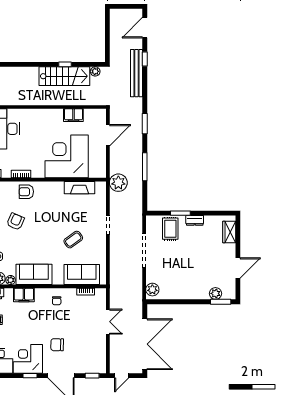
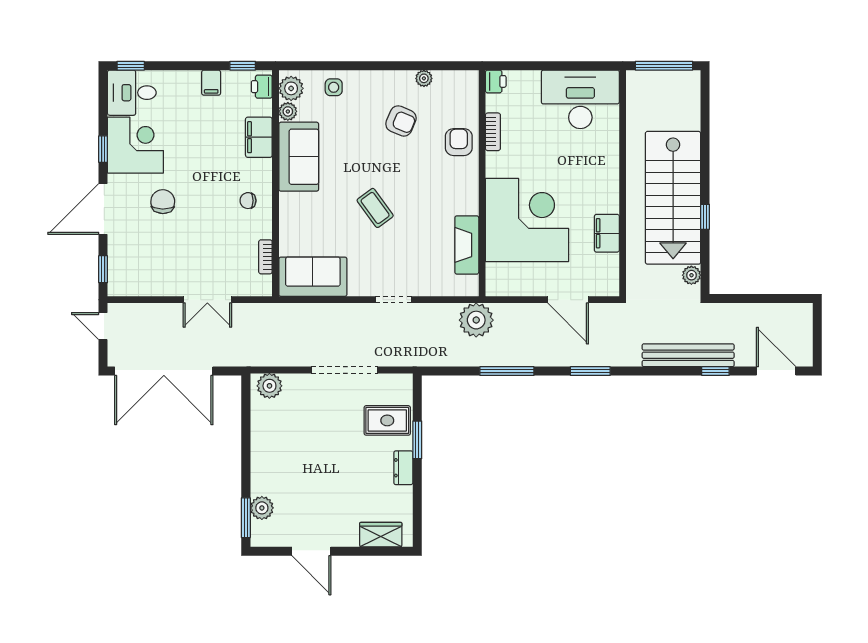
stairs: (64, 76) -> (673, 198), width x1.36, depth x1.51
coffee table: (73, 240) -> (375, 208), moved
sofa: (82, 275) -> (313, 277), moved, turned -90

